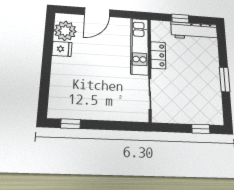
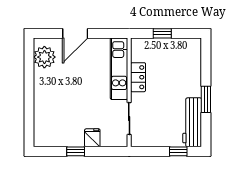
workbench: (194, 31) -> (192, 122), moved, turned 90
fridge: (62, 49) -> (92, 138), moved, turned -90
window: (71, 124) -> (76, 151), moved

